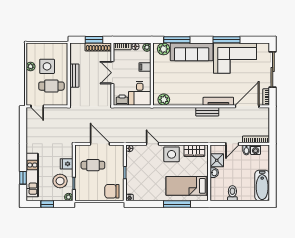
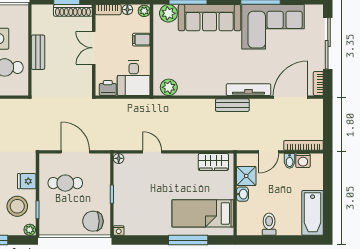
side table: (172, 154) -> (180, 167), removed

